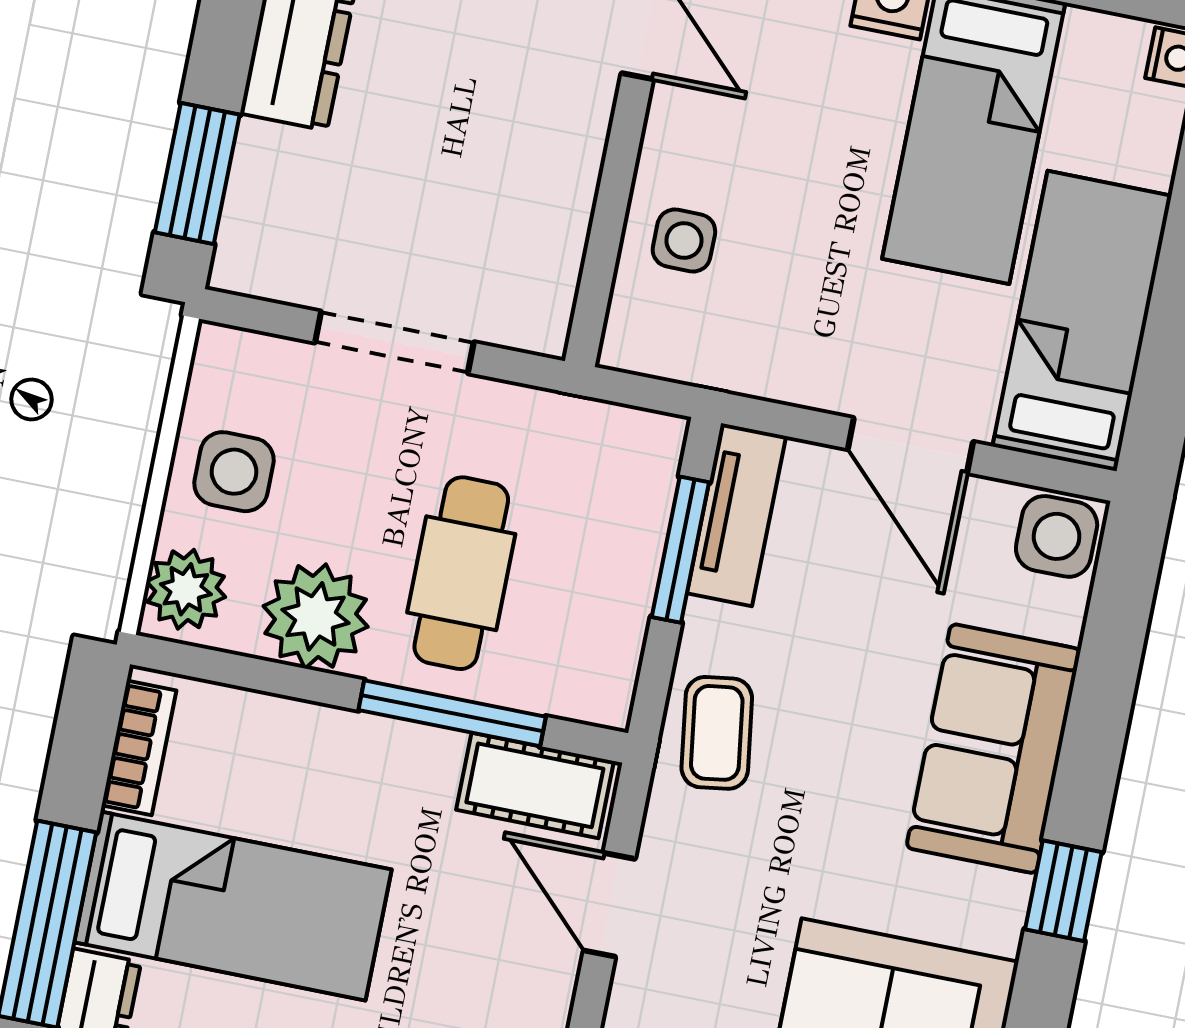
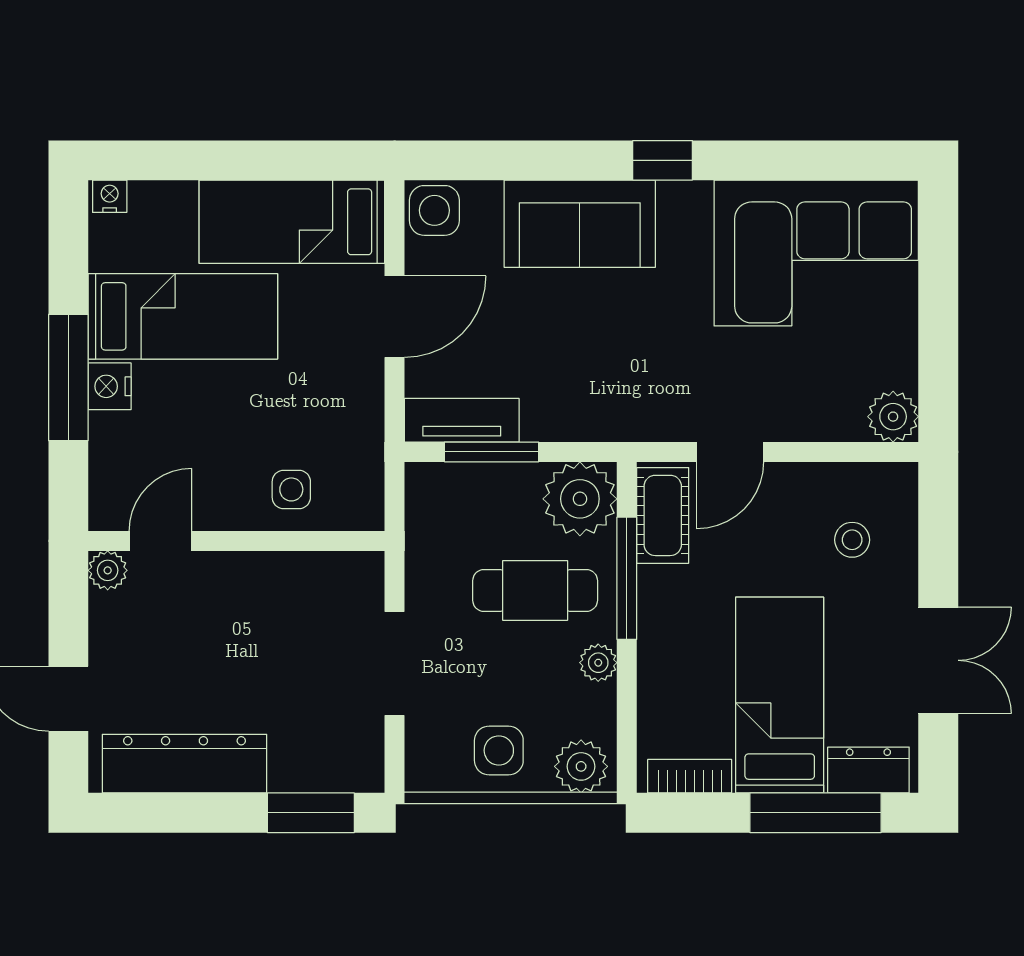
plant: (316, 616) -> (598, 663), width x0.53, depth x0.53
plant: (584, 667) -> (580, 499), added
coffee table: (717, 733) -> (605, 405), removed

